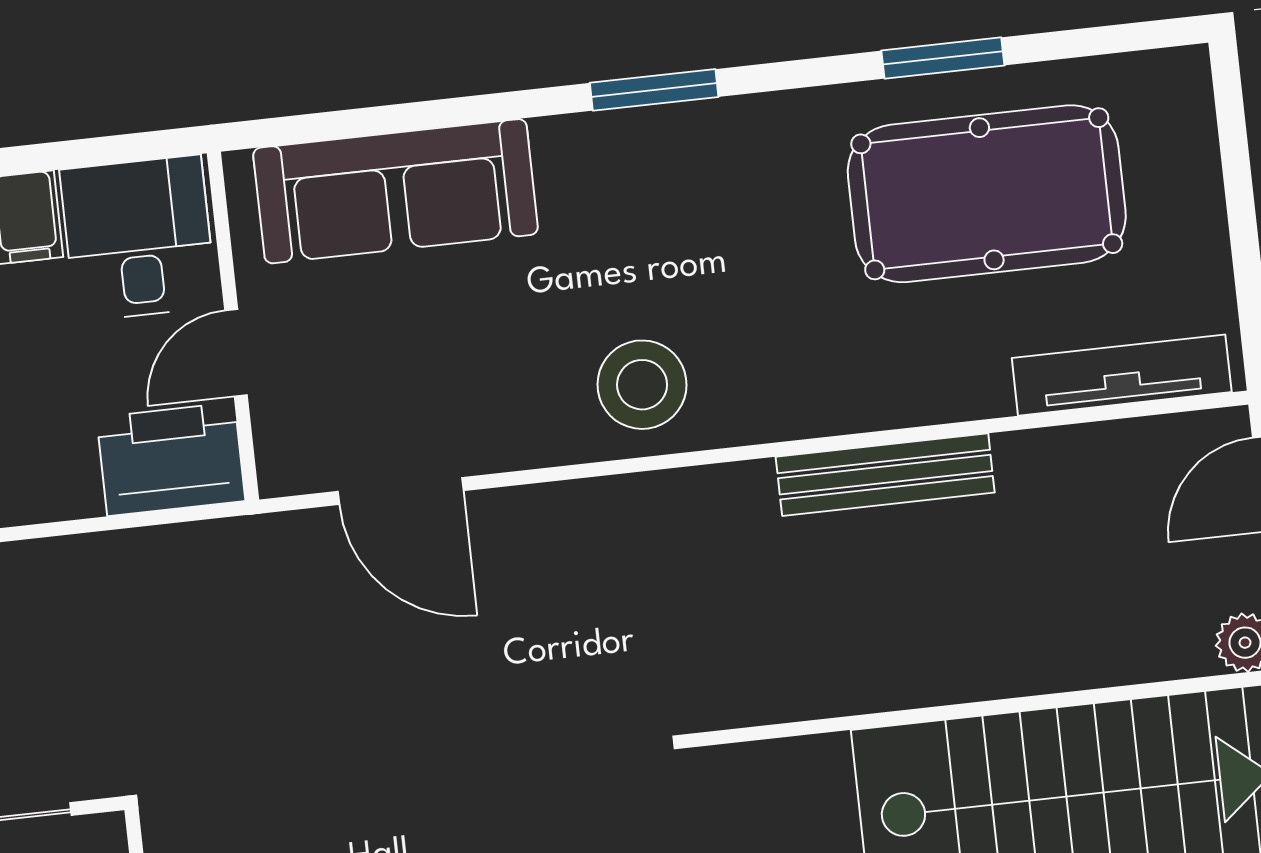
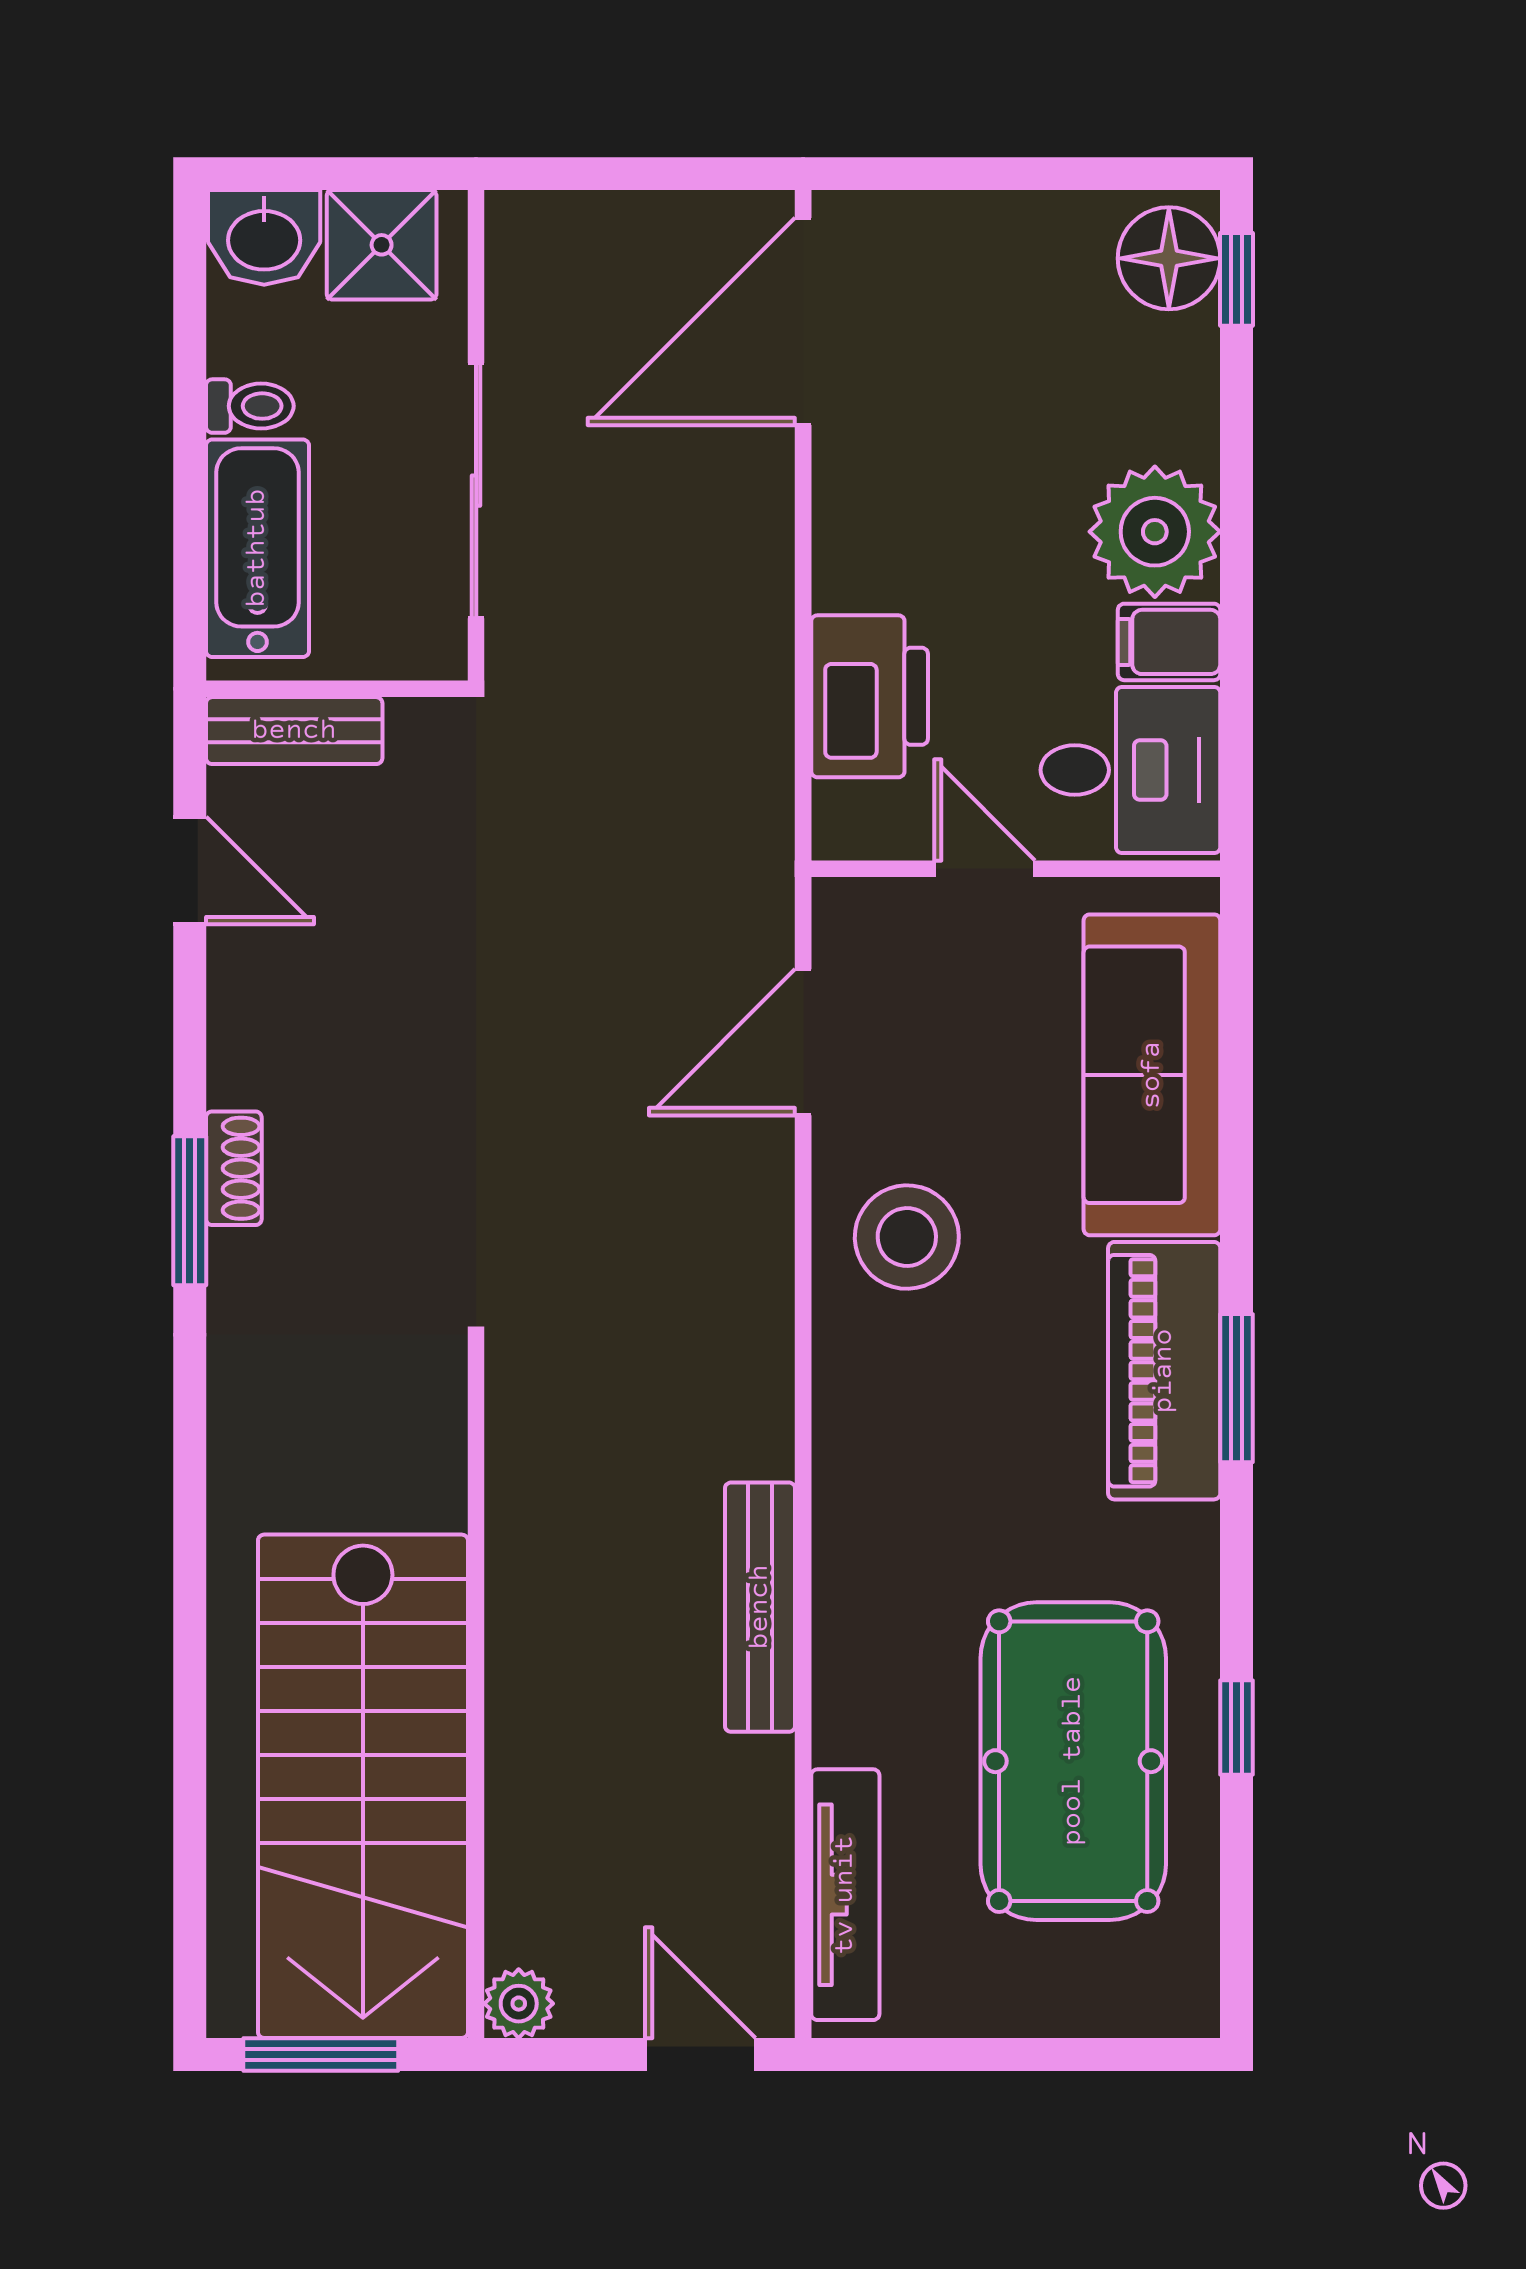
window: (943, 58) -> (1237, 1728), width x0.67
piano: (646, 153) -> (1164, 1371), added
stool: (642, 385) -> (907, 1237), moved
printer: (171, 459) -> (870, 696), moved

